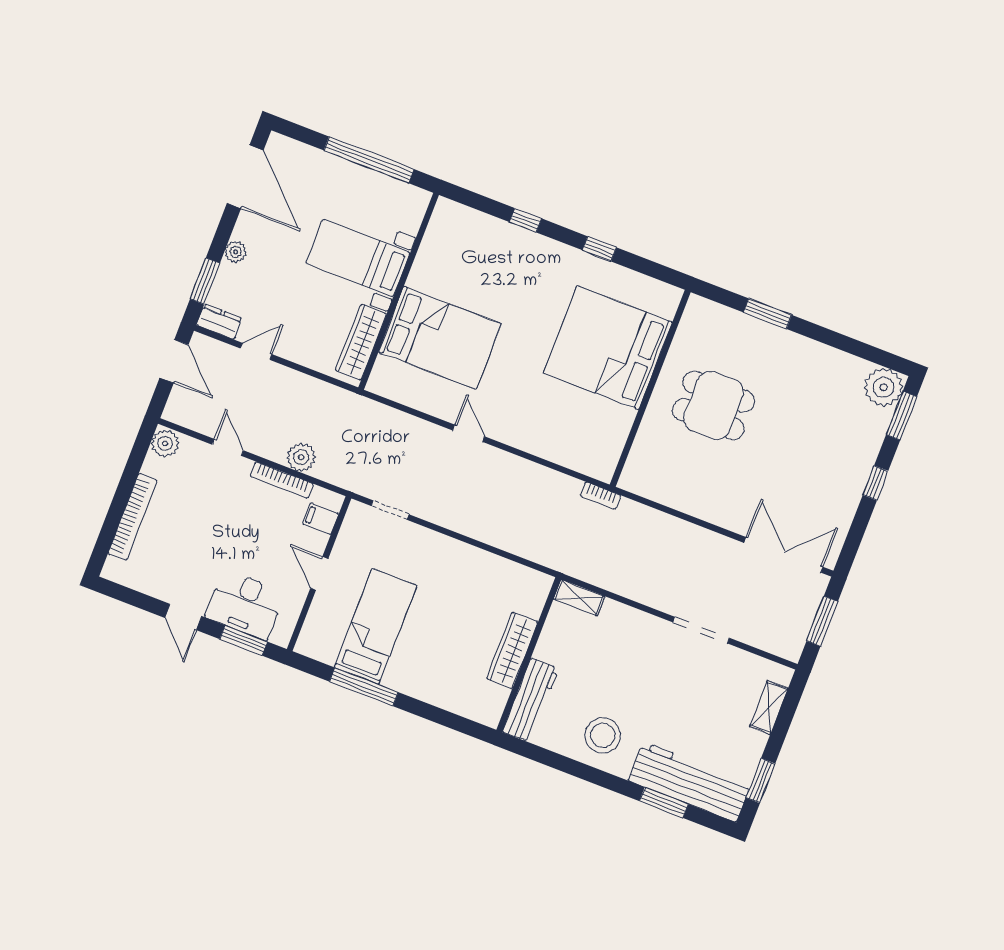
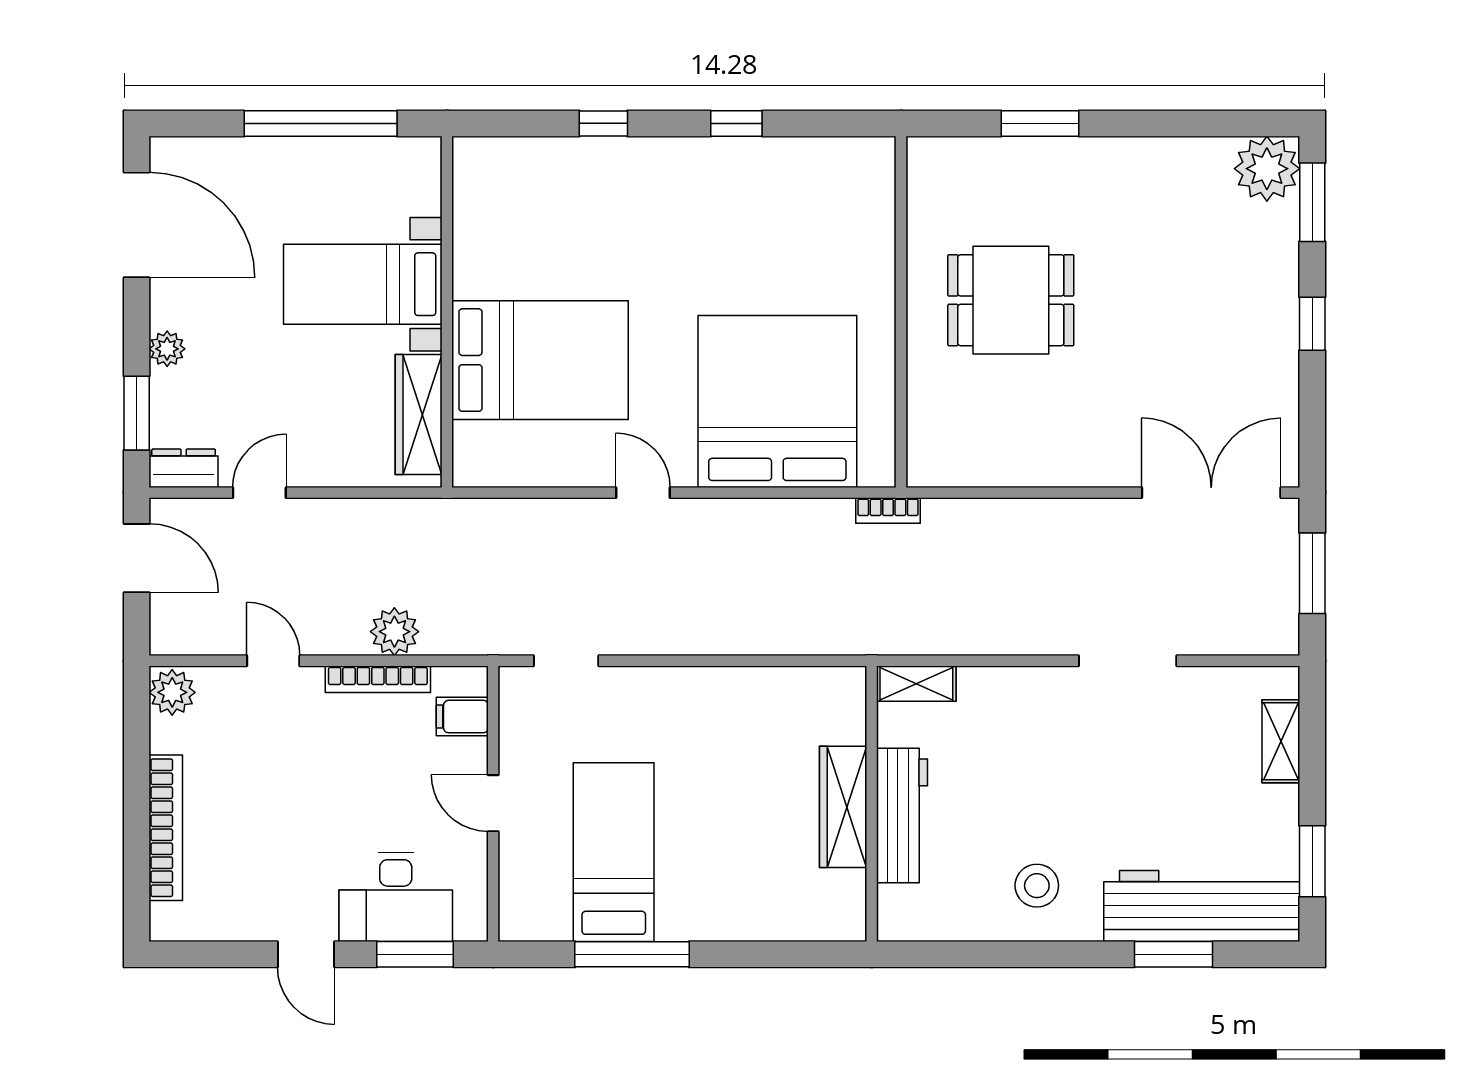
bed: (608, 348) -> (777, 401), moved, turned 90
workbench: (530, 700) -> (902, 815), moved
stool: (603, 735) -> (1037, 886), width x0.73, depth x0.73

